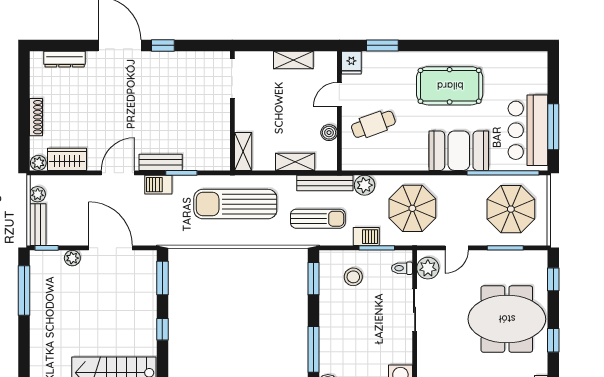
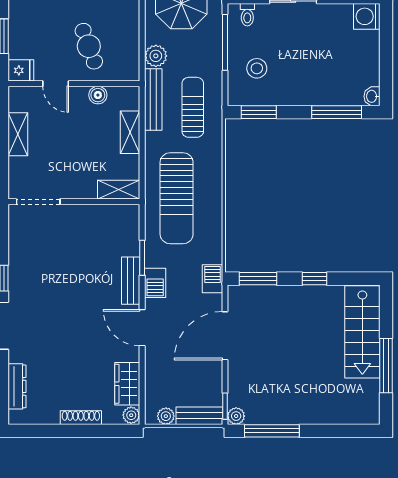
barbecue: (366, 237) -> (212, 279), moved
window: (377, 248) -> (225, 42), width x1.44
plant: (72, 258) -> (236, 416), moved

